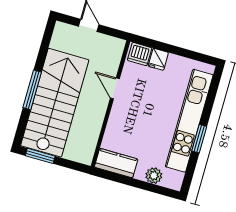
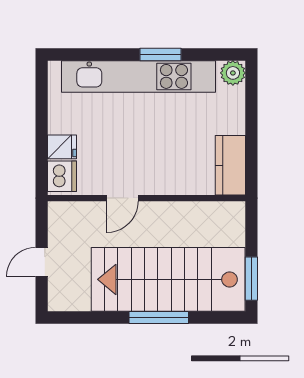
plant: (154, 176) -> (233, 73), moved

